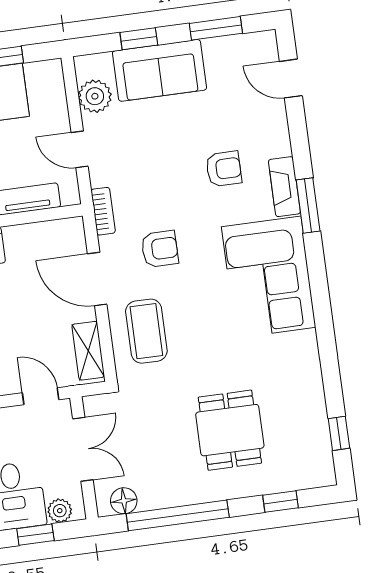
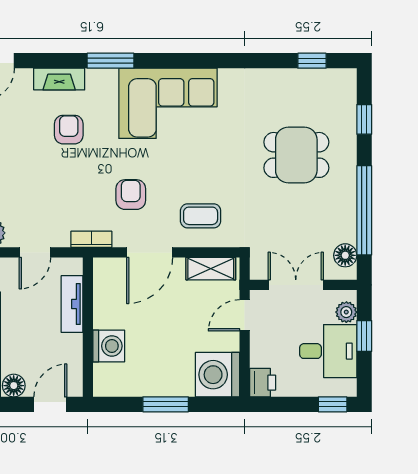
fireplace: (284, 187) -> (59, 79), moved
coffee table: (146, 331) -> (201, 216), width x0.73, depth x0.77

